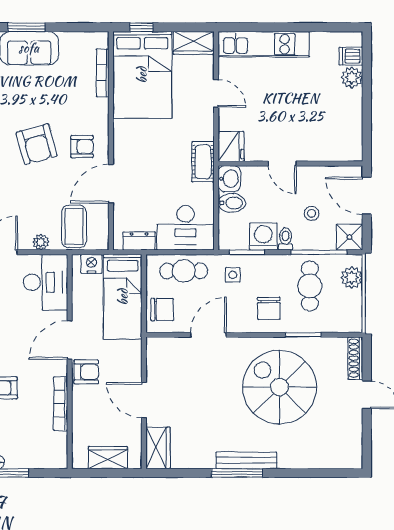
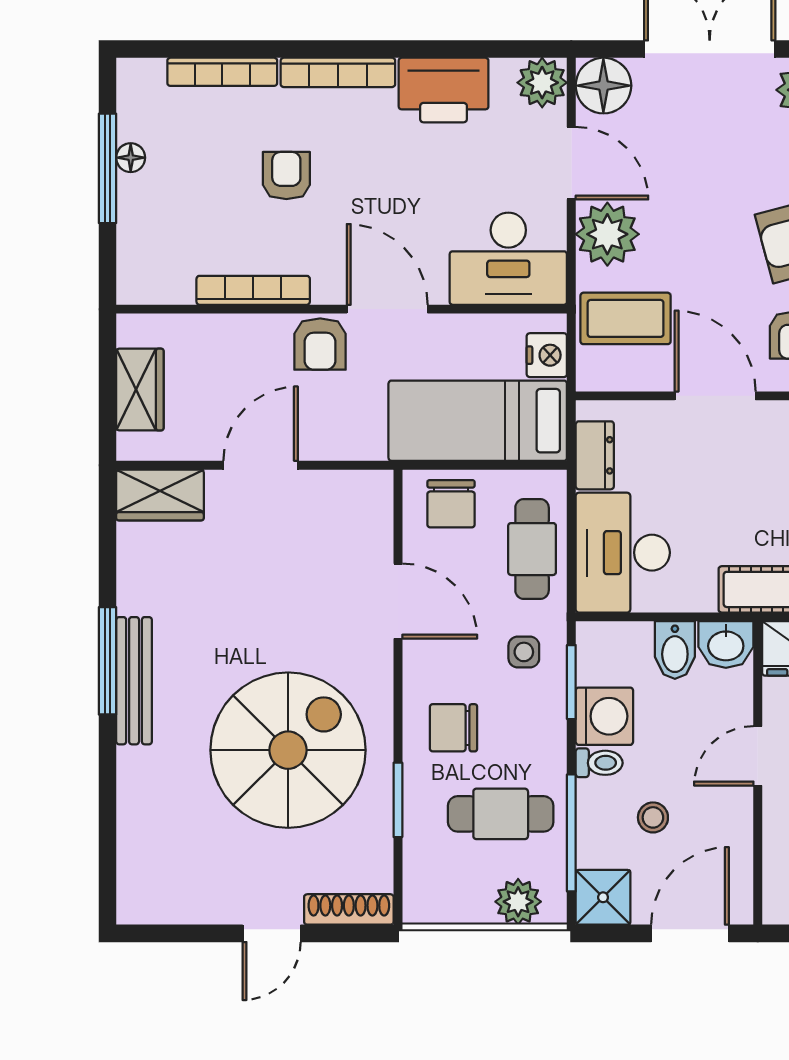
plant: (41, 242) -> (607, 234), width x1.88, depth x1.88

